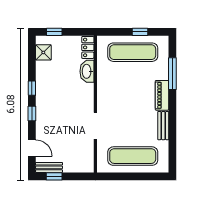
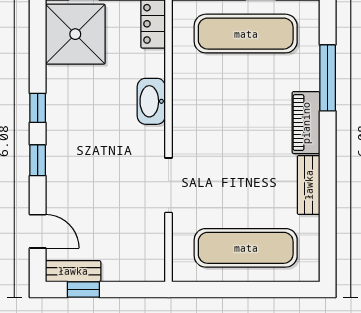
shower: (43, 52) -> (75, 34), width x1.86, depth x1.86
washbasin: (87, 71) -> (151, 101), moved

